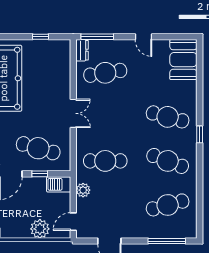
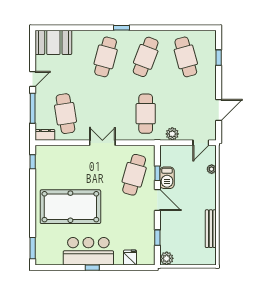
window: (41, 37) -> (33, 162), moved
window: (97, 37) -> (33, 108), moved
barbecue: (59, 184) -> (167, 178), moved
door: (73, 222) -> (201, 143), hinge flipped
plant: (40, 229) -> (212, 169), width x0.53, depth x0.53
window: (167, 241) -> (219, 58), width x0.46

